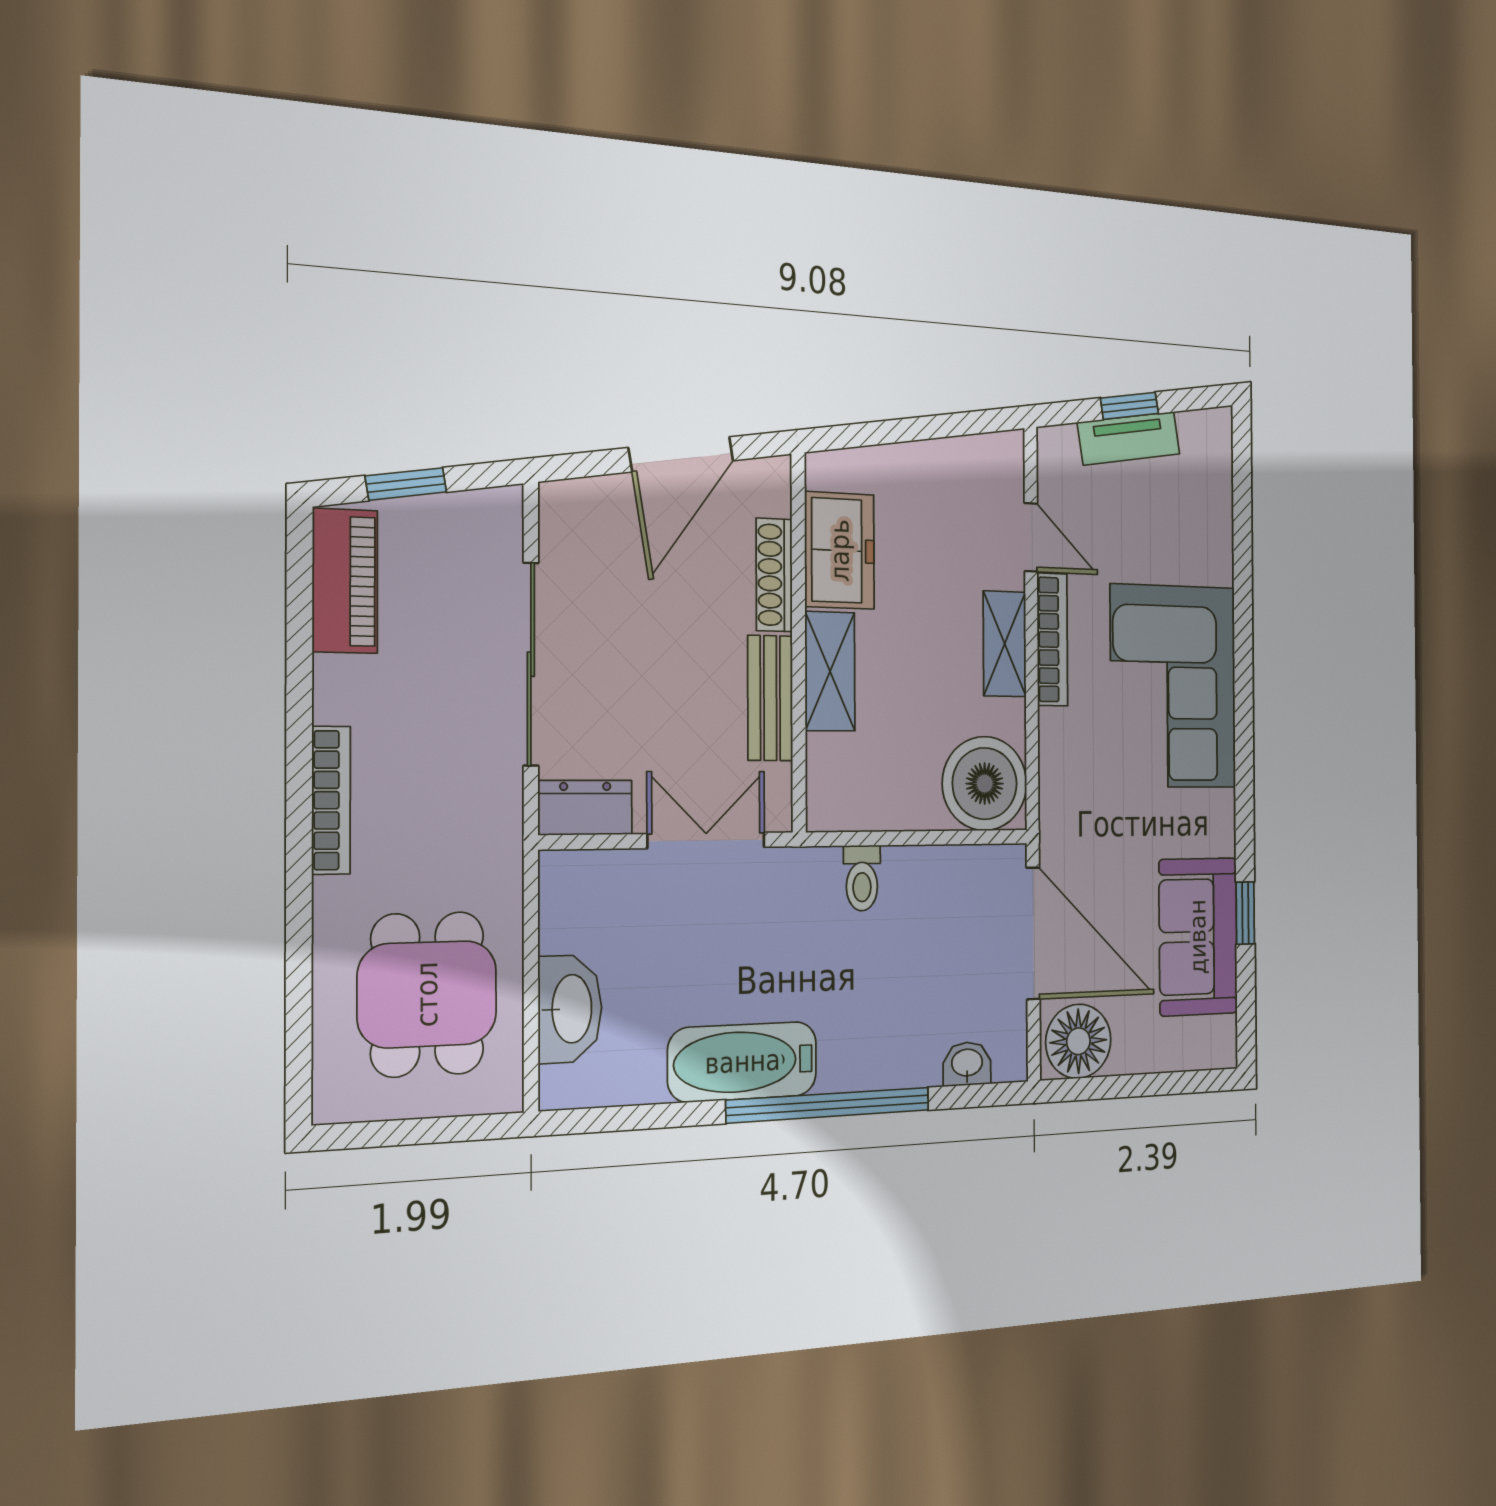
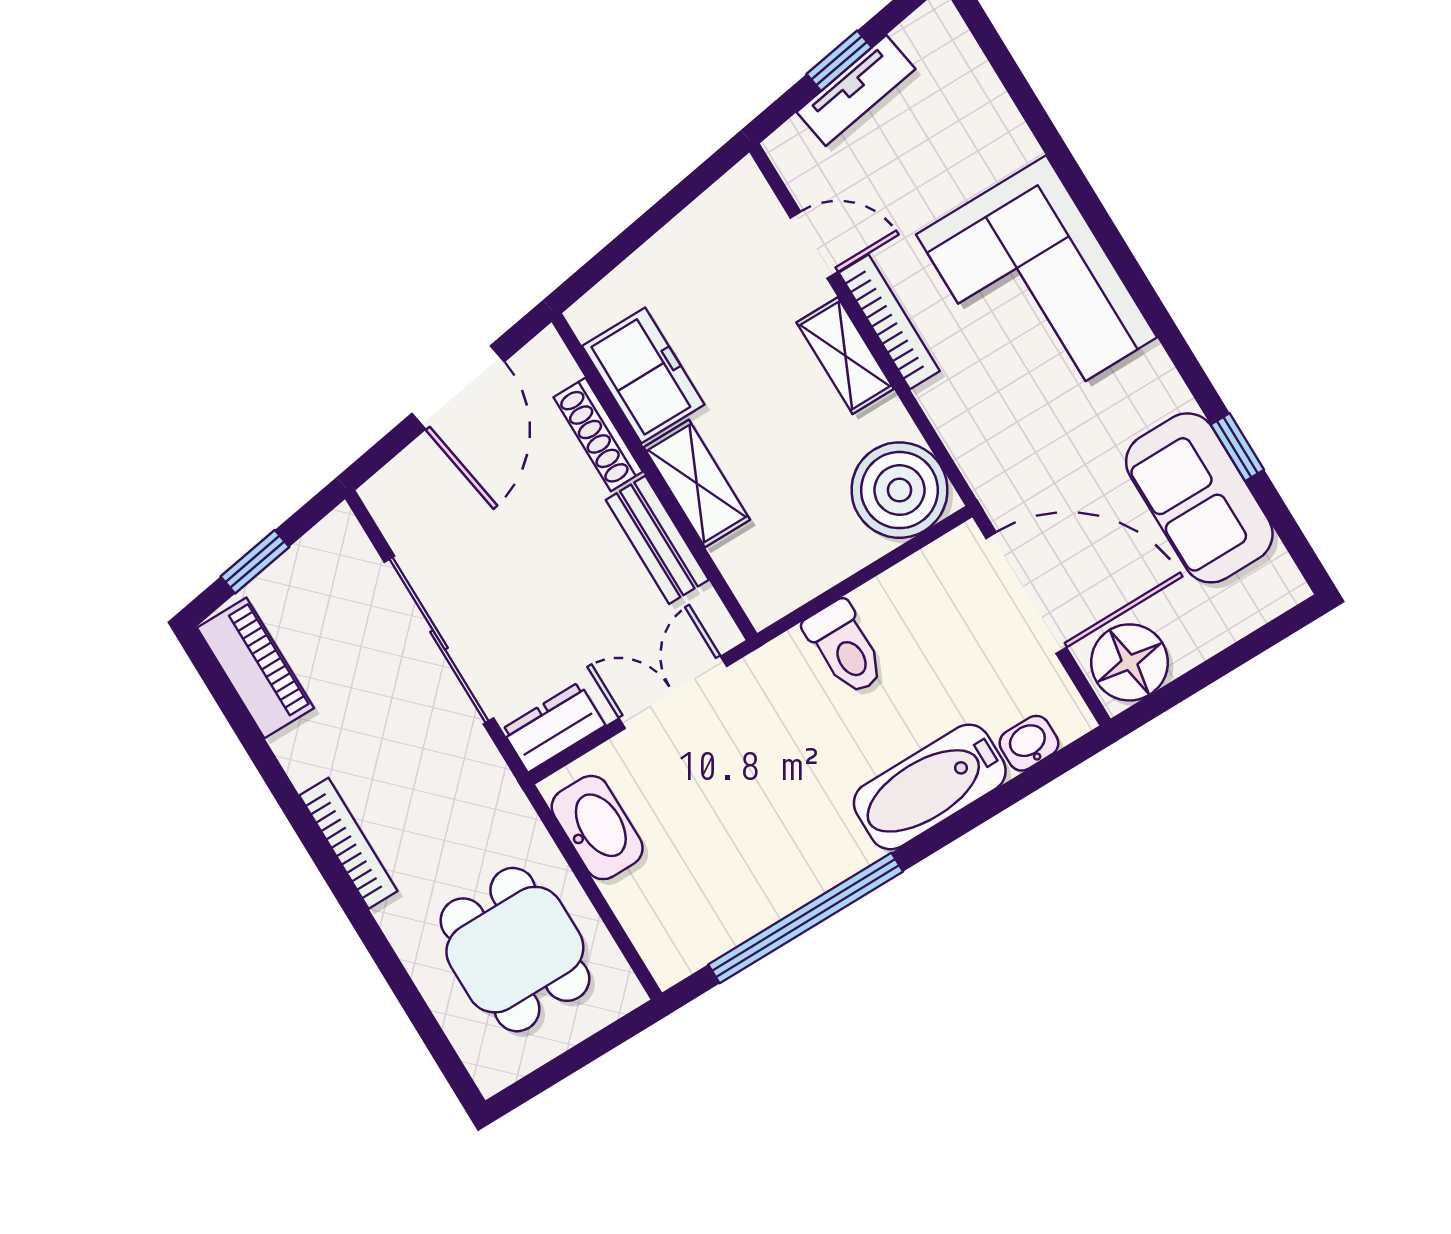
toilet: (862, 878) -> (845, 648), width x1.37, depth x1.39
washbasin: (570, 1009) -> (597, 828), moved
bathtub: (743, 1062) -> (930, 787), moved
window: (829, 1105) -> (806, 918), moved

